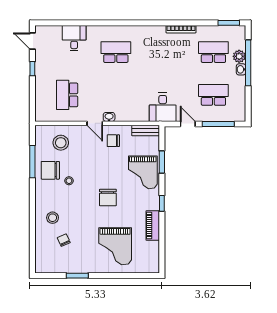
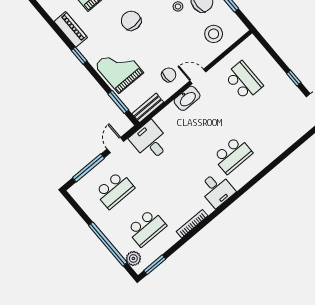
desk: (74, 38) -> (217, 189), moved
plant: (239, 56) -> (133, 258), moved
washbasin: (241, 69) -> (109, 233), removed
washbasin: (109, 117) -> (187, 98), width x1.91, depth x1.45
door: (188, 124) -> (115, 145), swing flipped
window: (162, 162) -> (118, 102), moved

